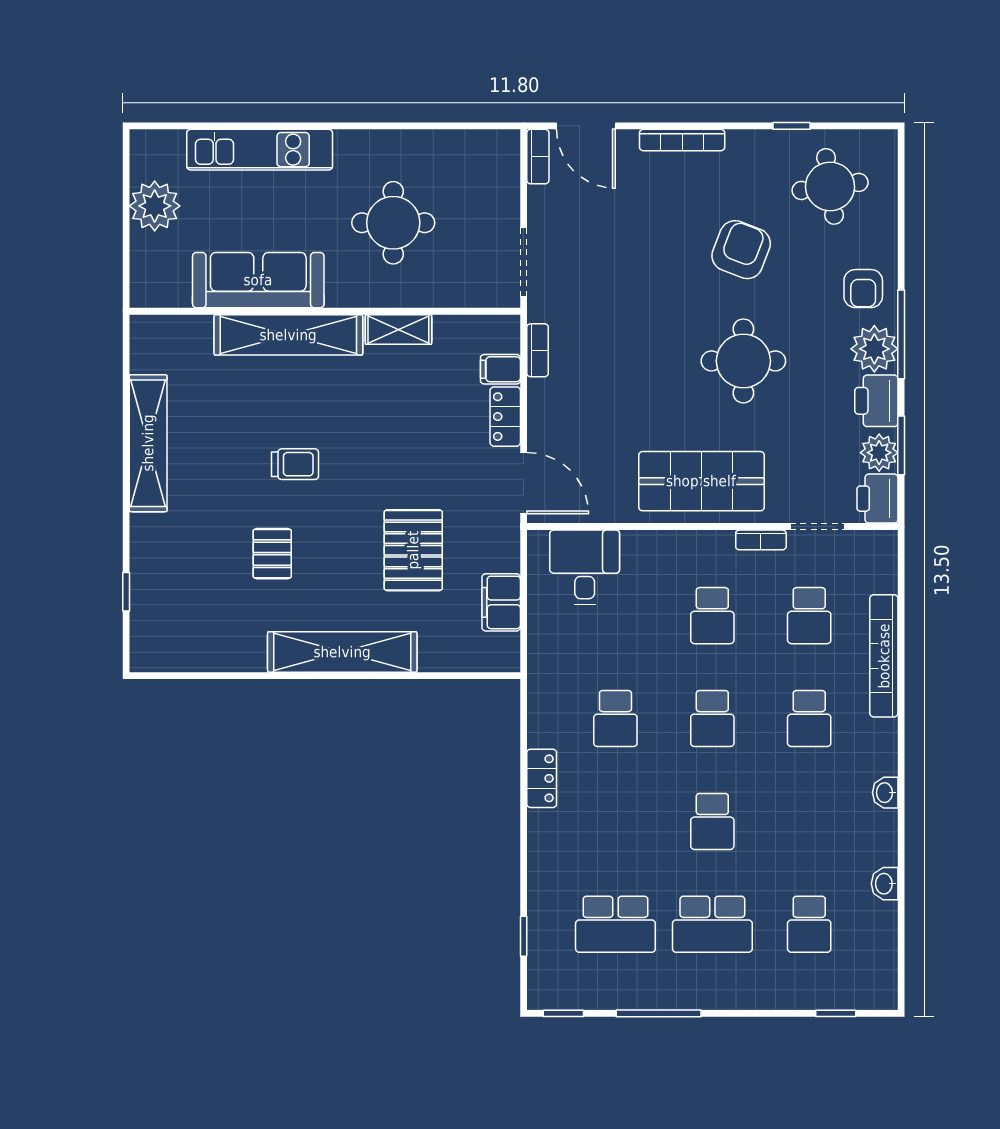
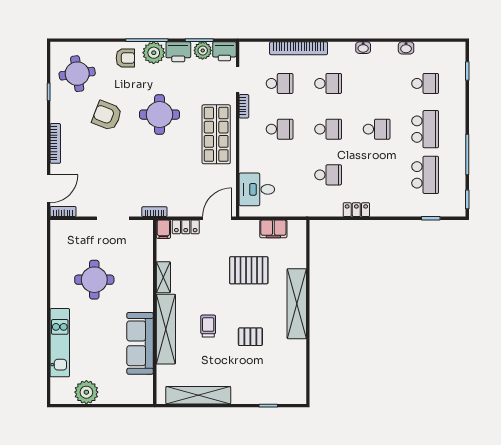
sofa: (258, 280) -> (140, 343), moved
wall: (325, 311) -> (155, 312), moved
shelving: (398, 330) -> (163, 277), moved
shelving: (288, 335) -> (166, 329), moved

